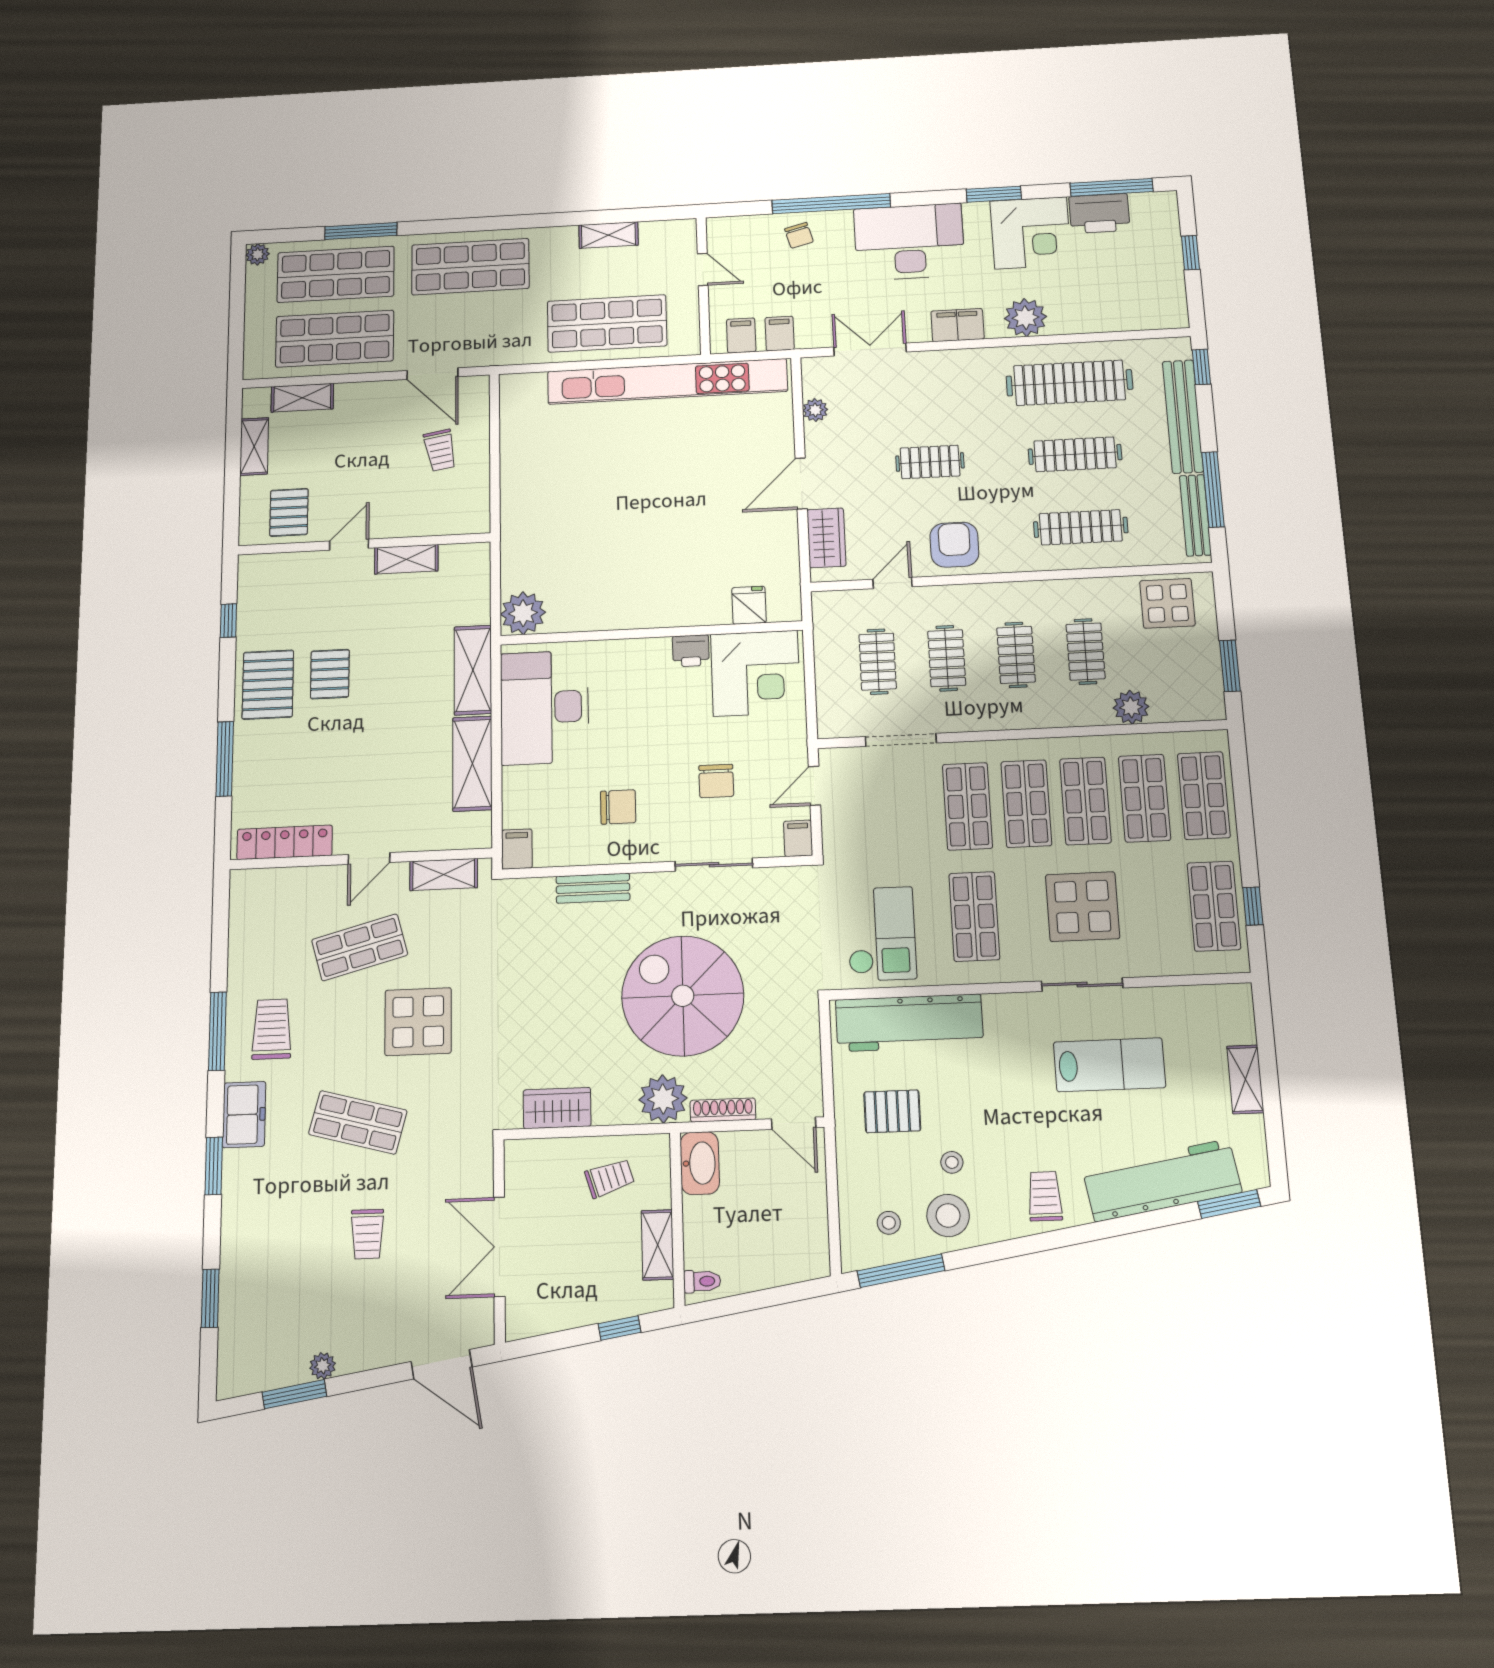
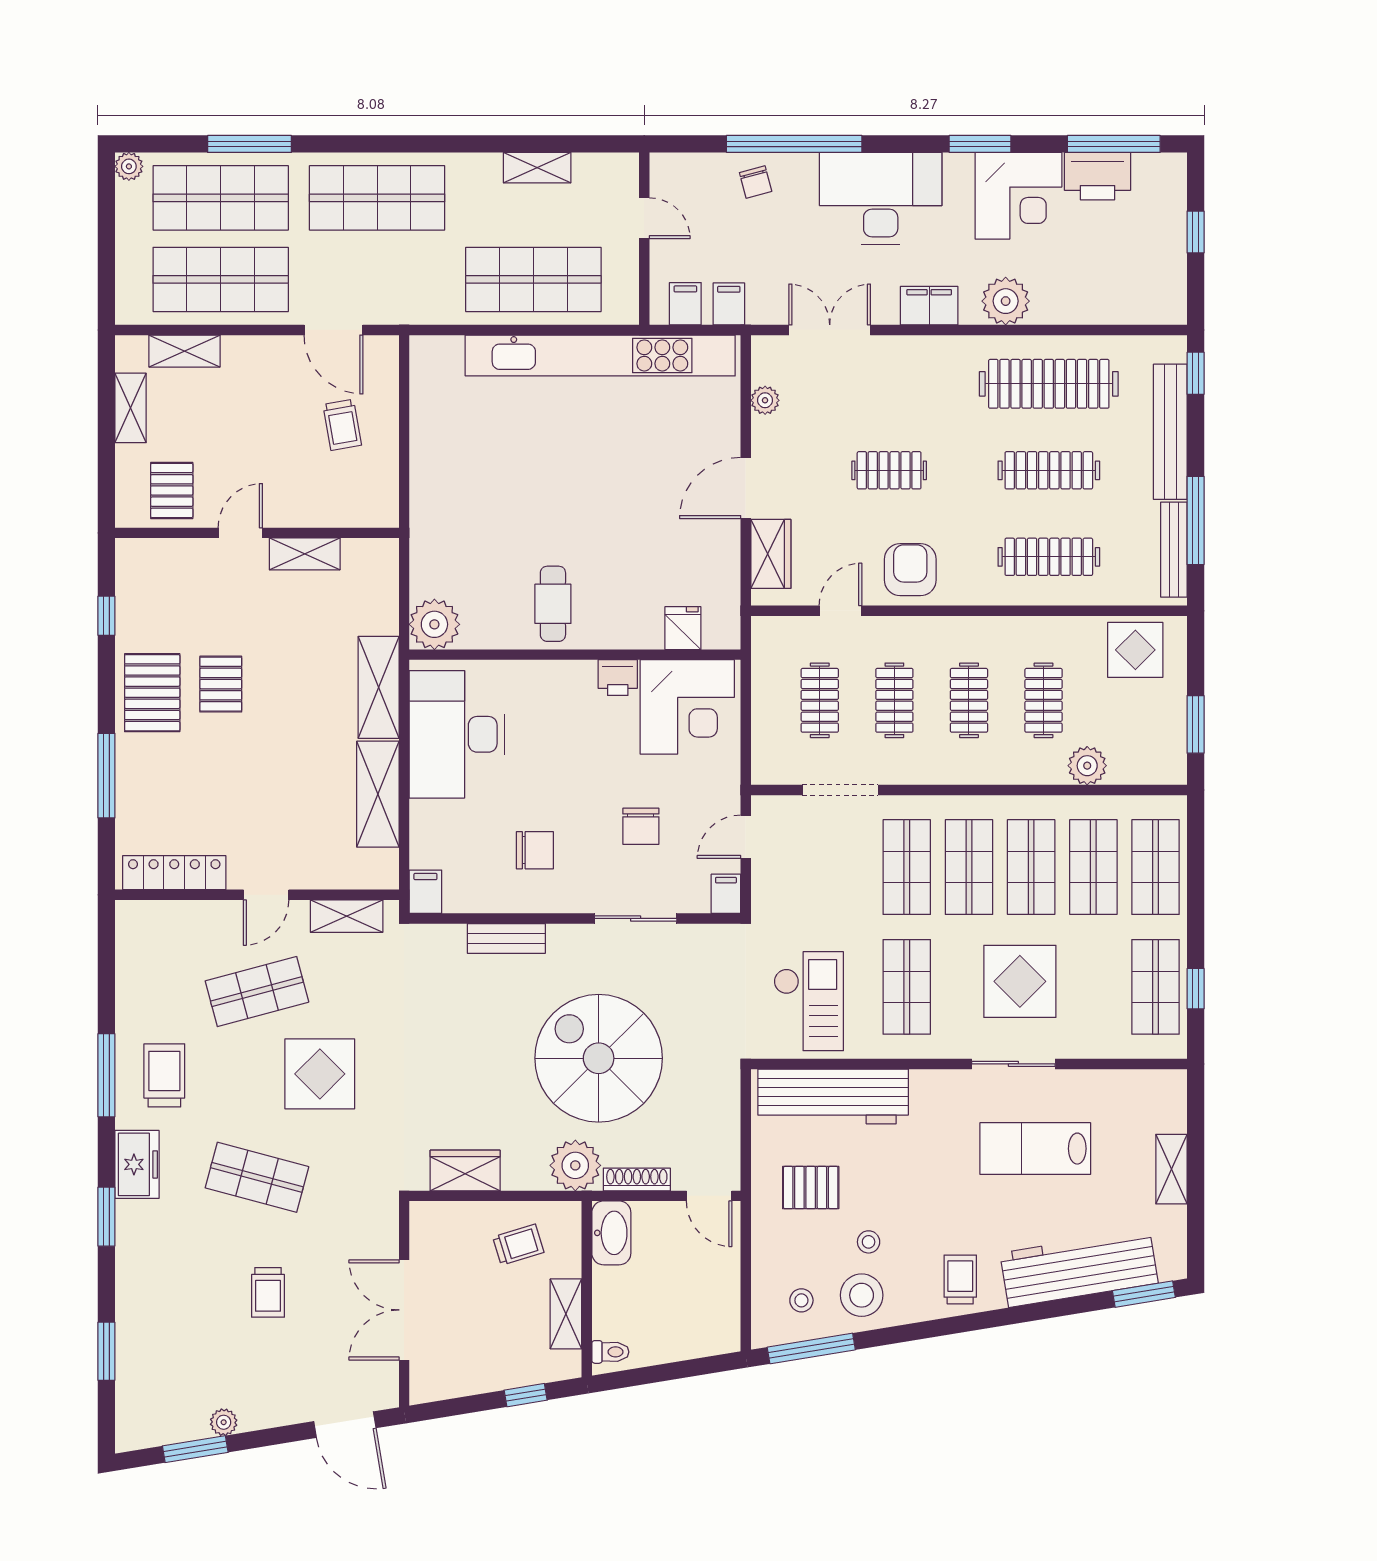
cafe table: (630, 590) -> (553, 604), added
lab bench: (1109, 1065) -> (1035, 1149), turned 180

